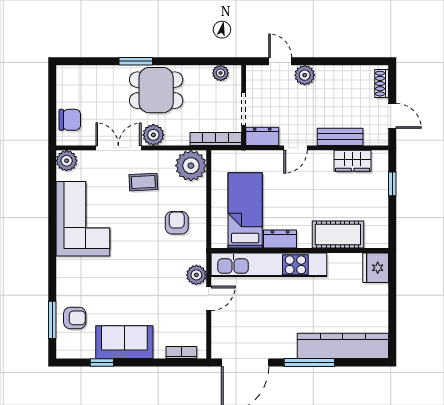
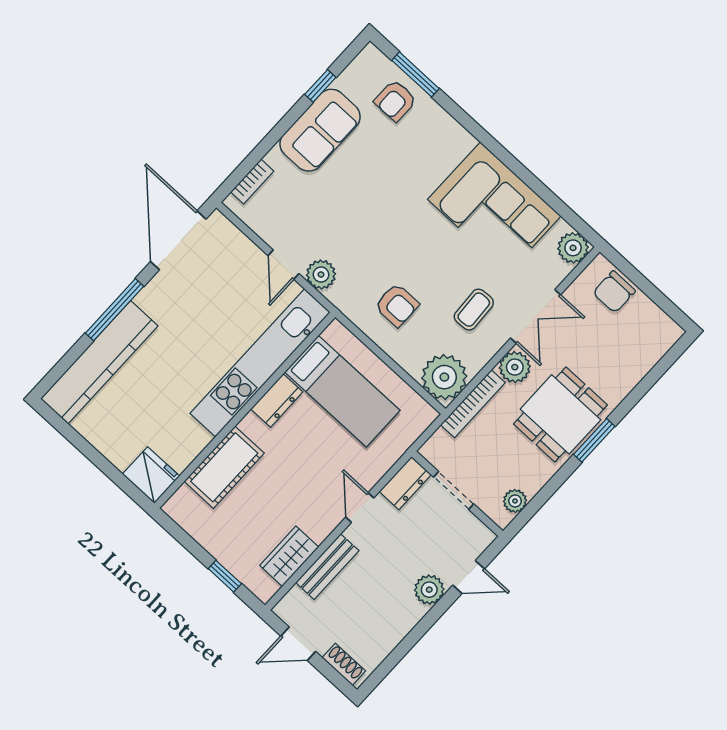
window: (136, 61) -> (594, 440), moved
bookcase: (216, 139) -> (473, 404), moved

